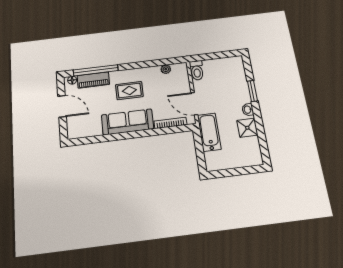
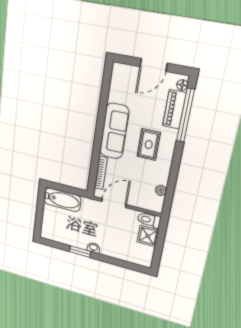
window: (252, 91) -> (80, 252), moved
shower: (247, 128) -> (148, 236), moved
bathtub: (209, 132) -> (62, 200), moved

